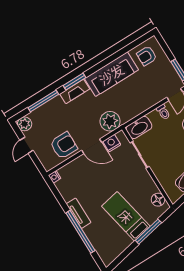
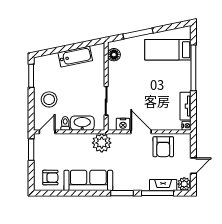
fireplace: (75, 91) -> (163, 185), moved
plant: (110, 121) -> (102, 143), moved
washbasin: (139, 127) -> (82, 123), moved
armchair: (64, 145) -> (163, 147), turned -90
tv unit: (79, 213) -> (186, 106), moved
bed: (126, 216) -> (168, 50), moved, turned 102

